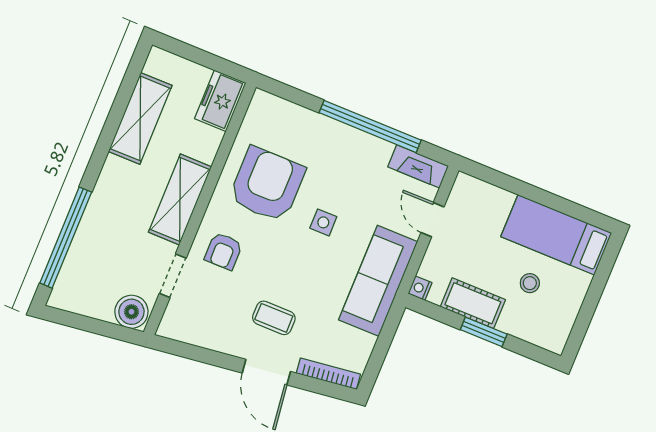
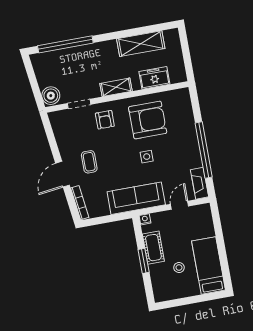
freezer: (220, 101) -> (154, 78), moved
shelving: (180, 200) -> (116, 87), width x0.67, depth x0.75
armchair: (223, 251) -> (105, 120), turned -90

